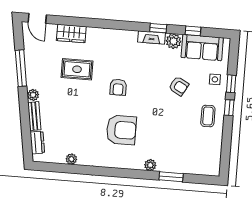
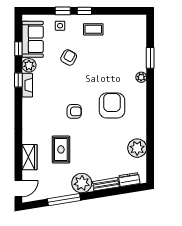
plant: (33, 95) -> (82, 183), width x1.87, depth x1.87
plant: (71, 159) -> (137, 148), width x1.87, depth x1.87

